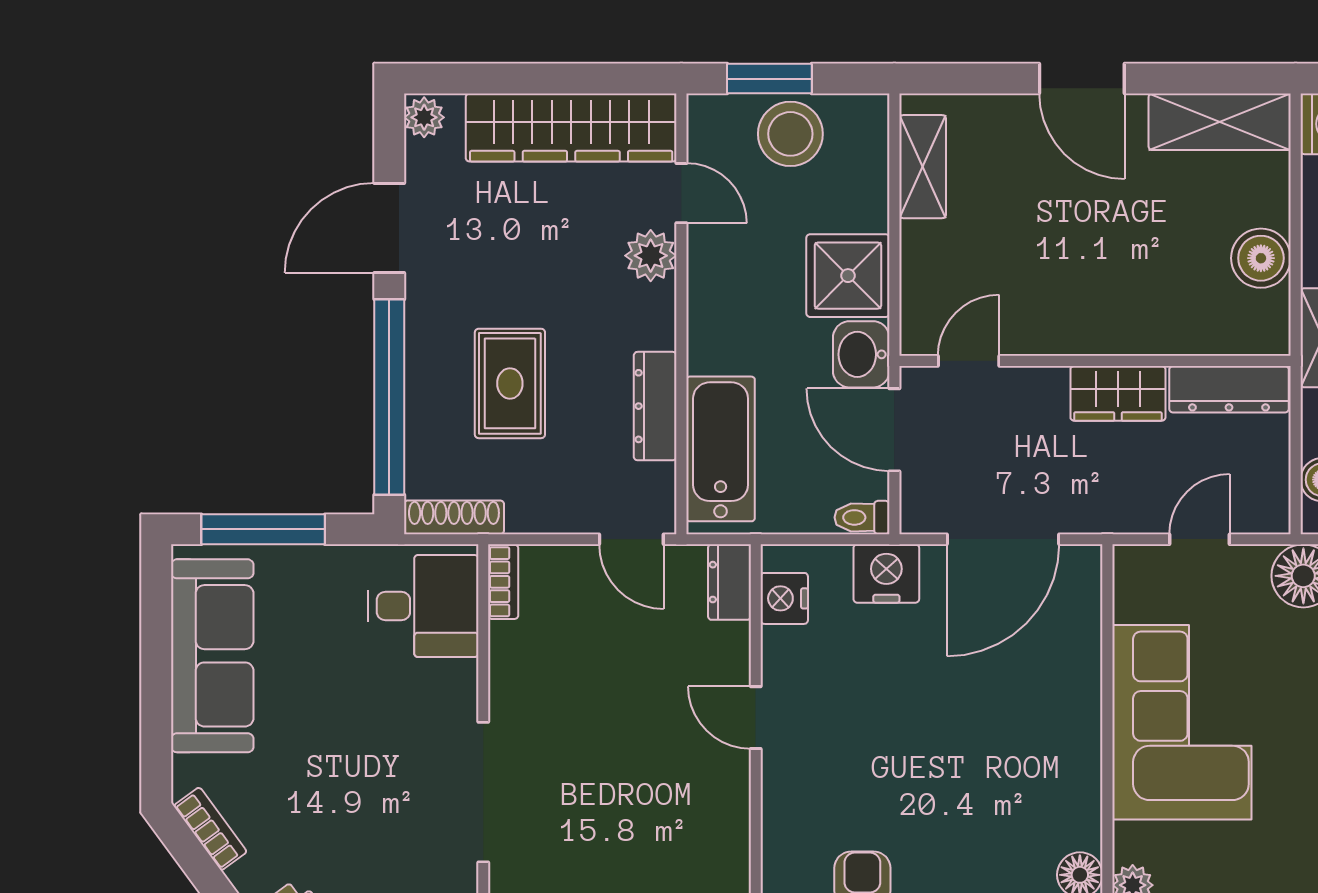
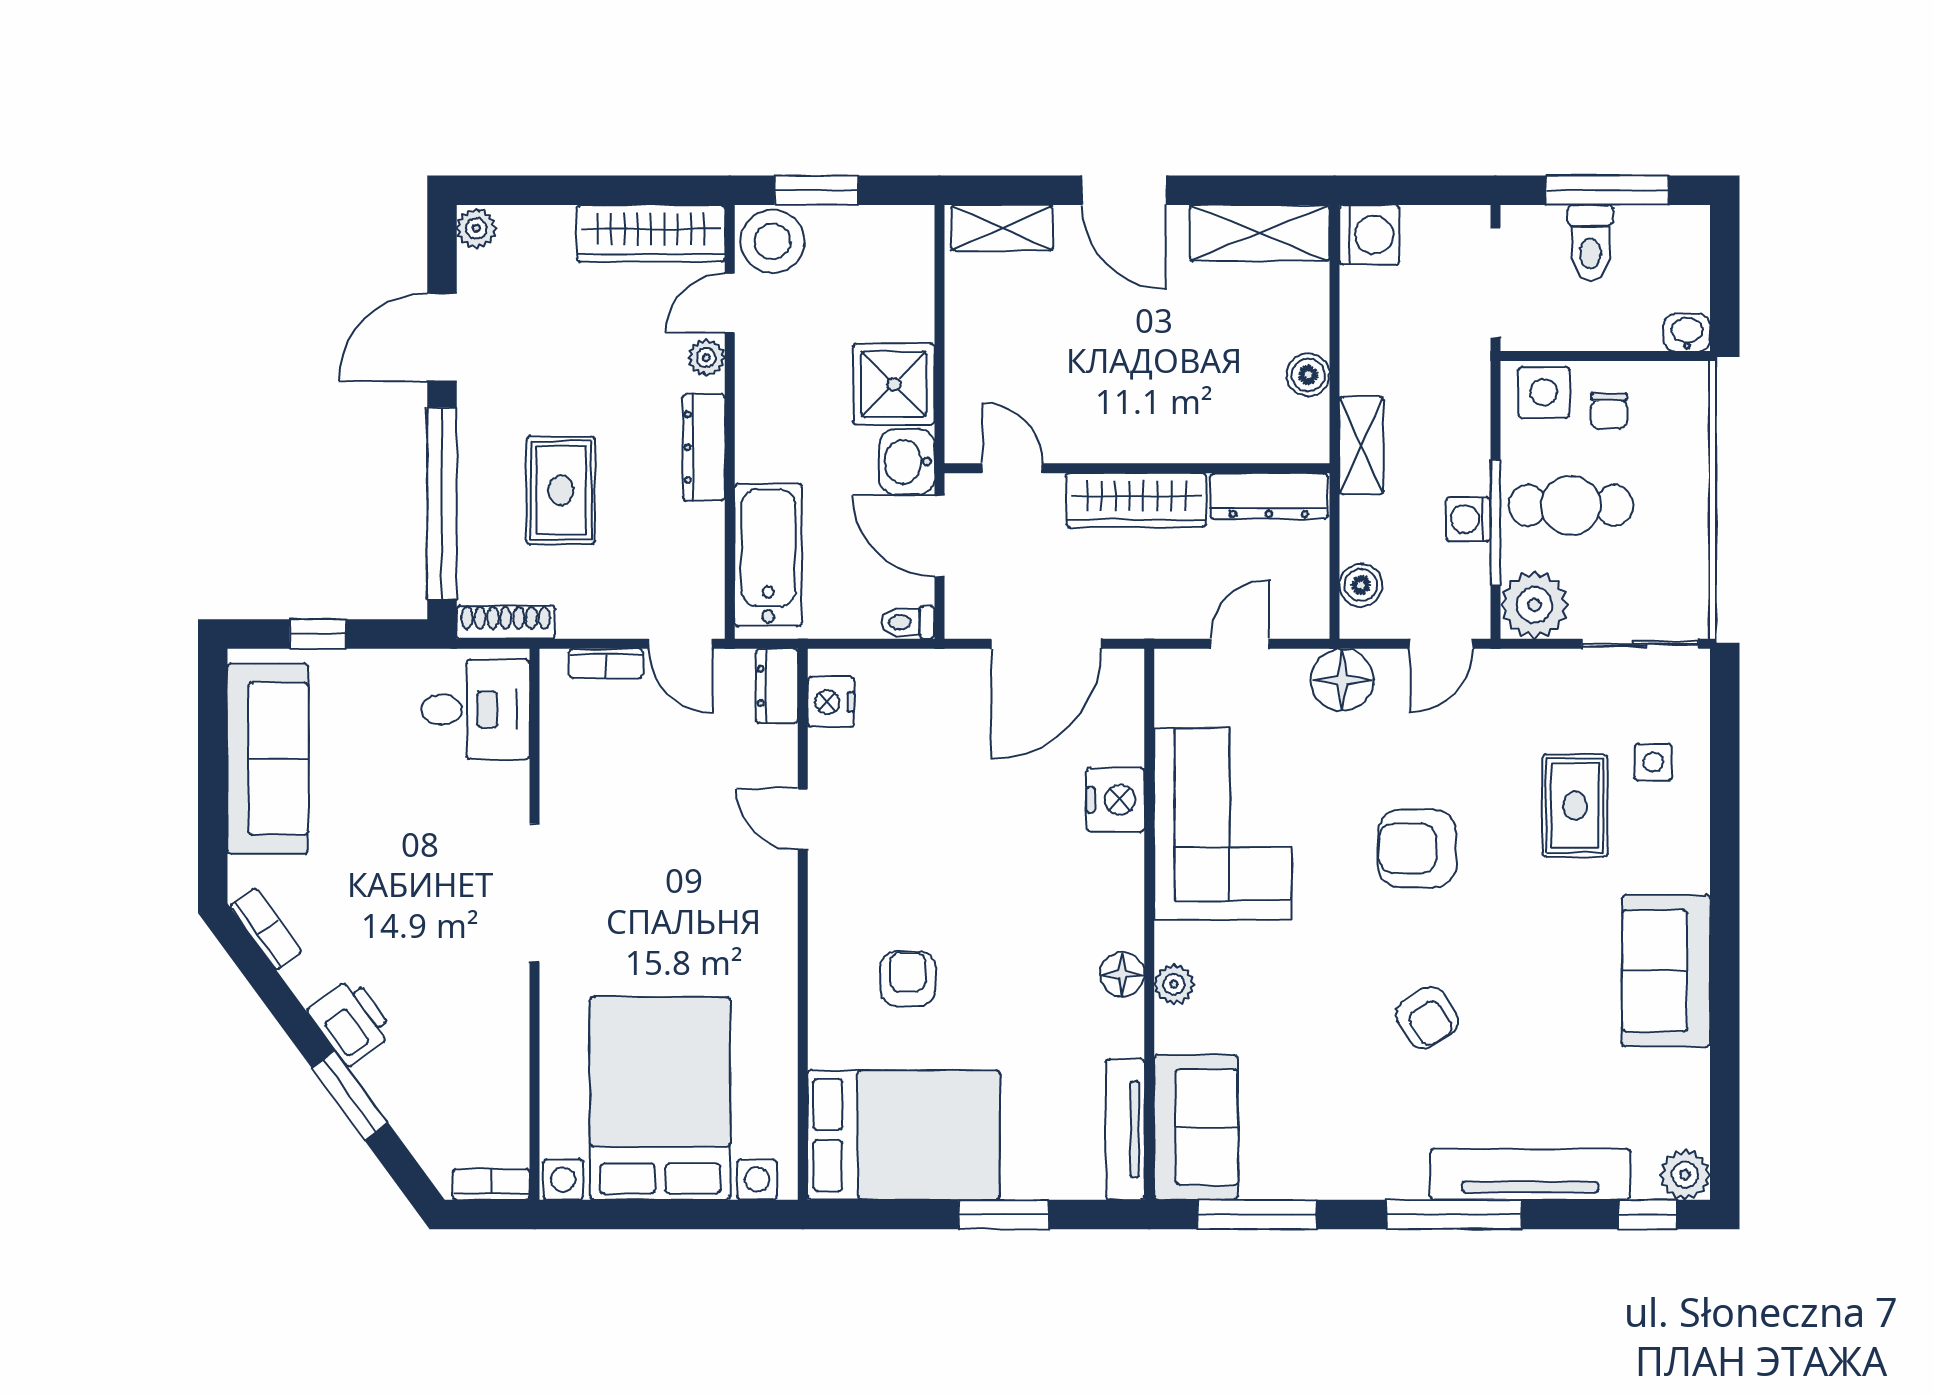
wardrobe: (571, 128) -> (651, 233), width x0.71, depth x0.85
stool: (790, 134) -> (773, 241), moved
shelving: (923, 167) -> (1002, 228), moved, turned 90
door: (681, 193) -> (730, 303), swing flipped
plant: (651, 256) -> (706, 358), width x0.73, depth x0.73
boiler: (1261, 258) -> (1308, 375), width x0.73, depth x0.73
door: (969, 361) -> (1012, 468), hinge flipped
wardrobe: (1118, 393) -> (1136, 500), width x1.50
dresser: (655, 406) -> (704, 447), moved
window: (263, 529) -> (318, 634), width x0.46
nightstand: (886, 574) -> (1115, 800), moved, turned 90
bookcase: (503, 582) -> (606, 663), moved, turned 90

